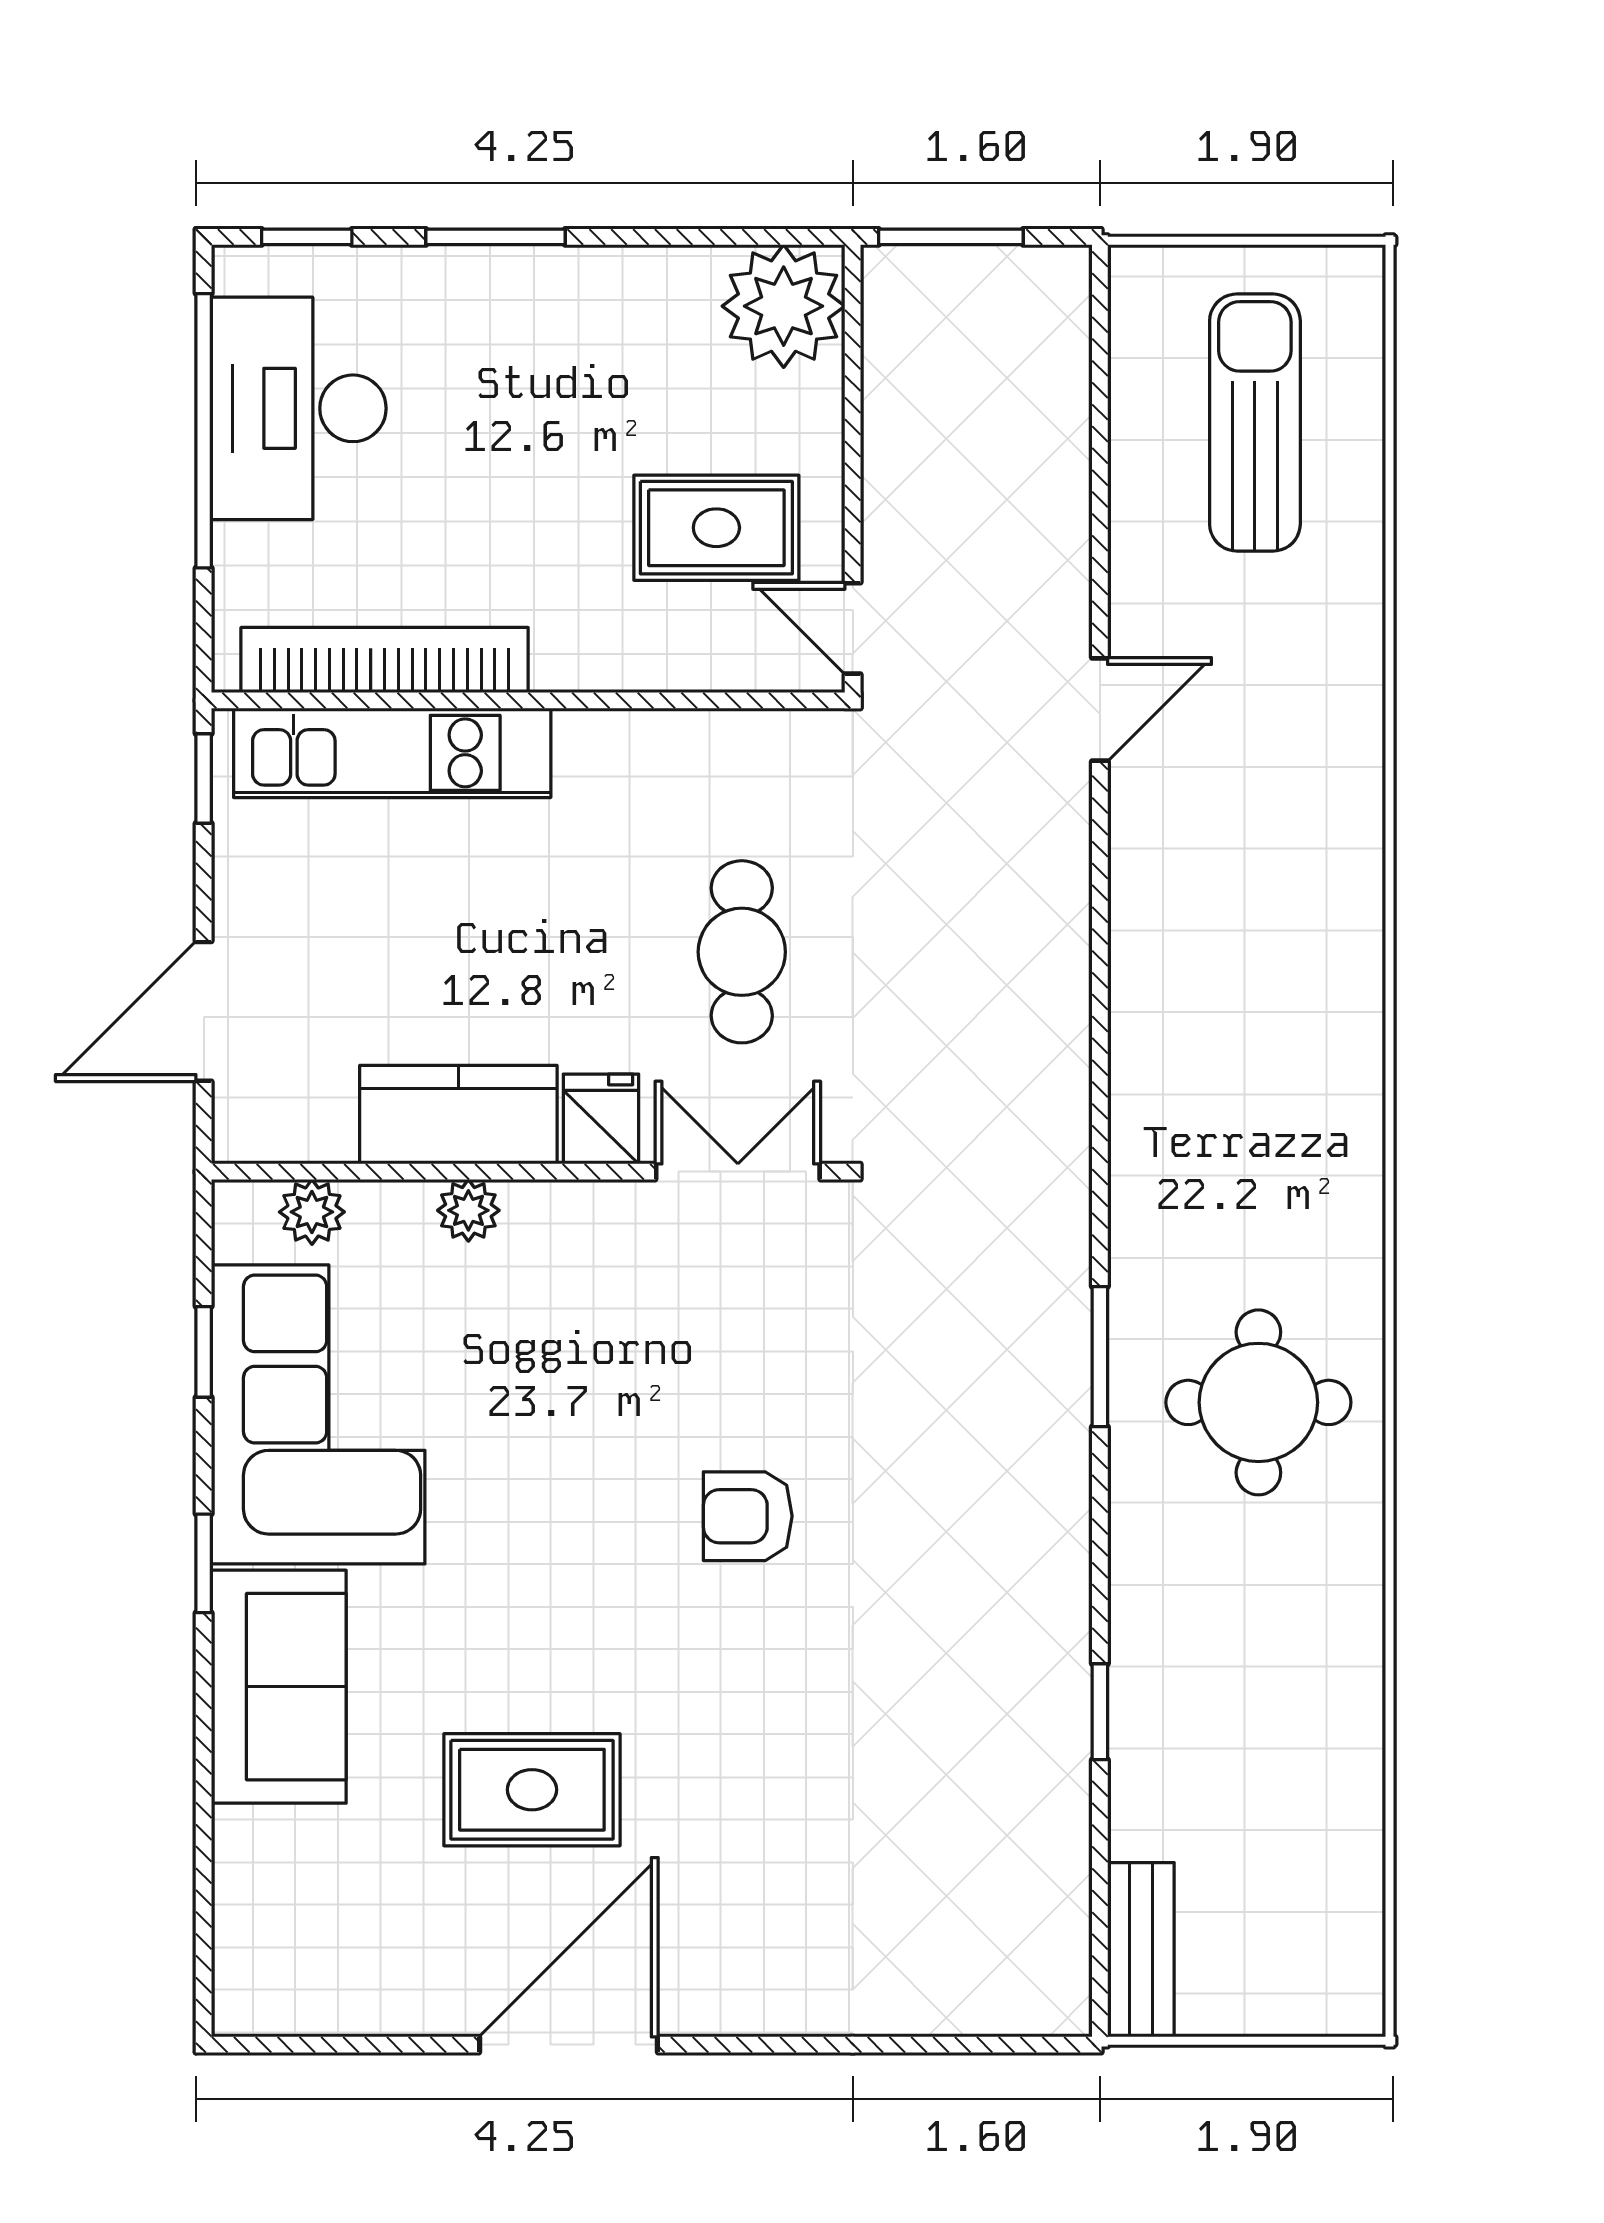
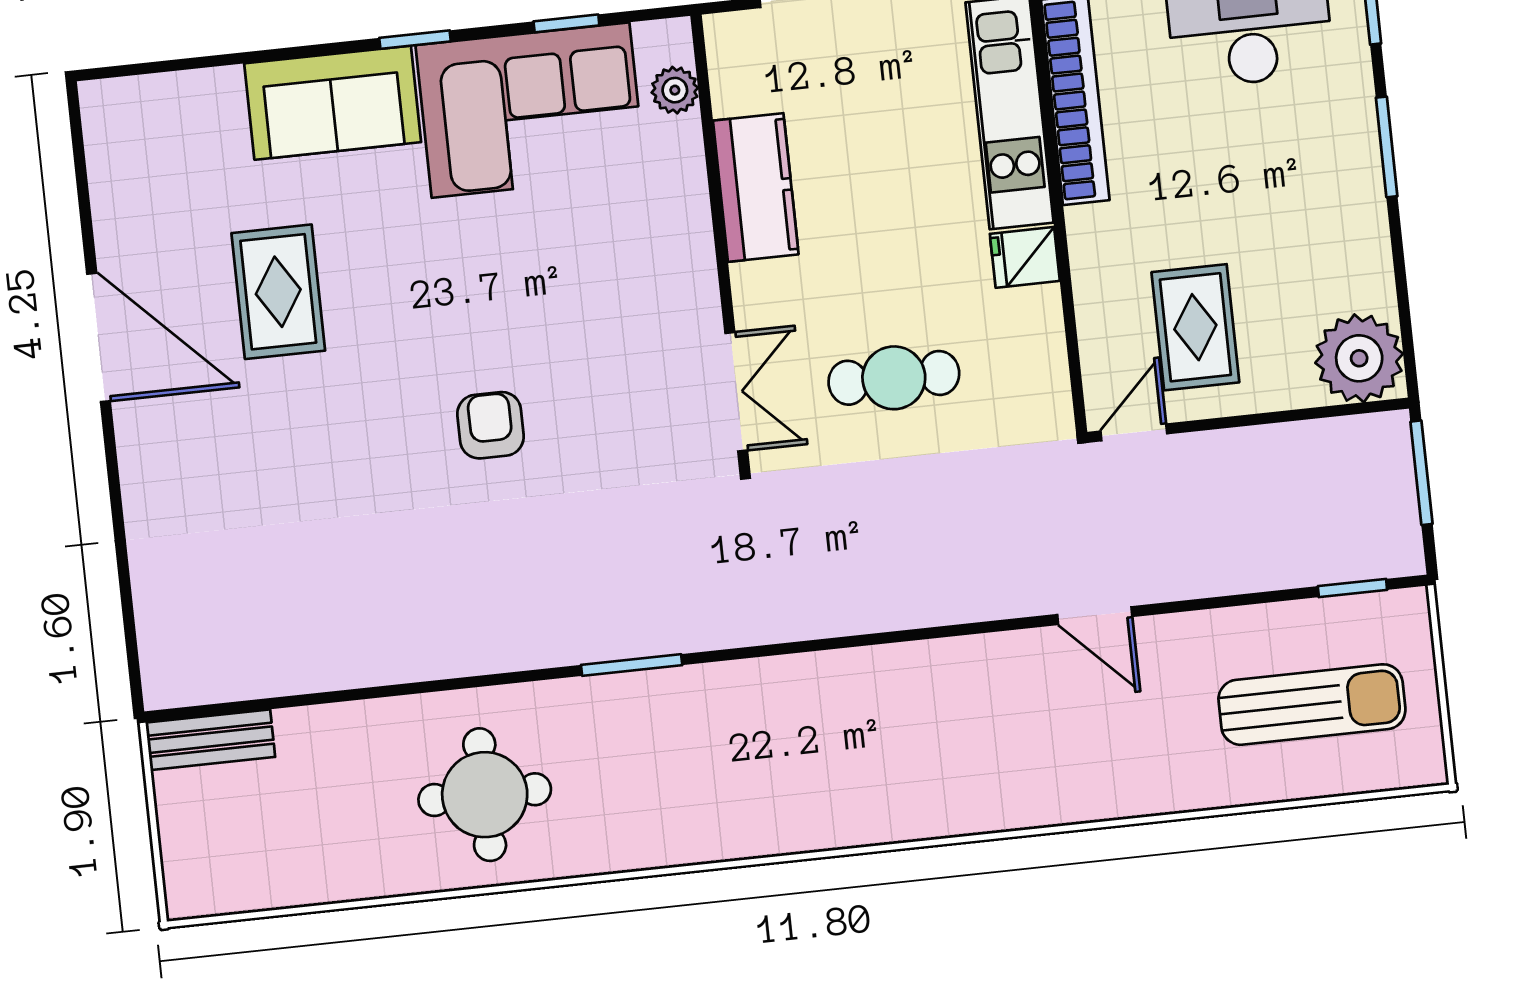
fridge: (601, 1119) -> (1025, 257), moved, turned 180
plant: (468, 1210) -> (688, 202), removed
round table: (1258, 1402) -> (485, 795), moved
window: (1100, 1712) -> (1352, 588), moved

